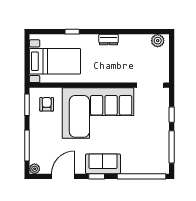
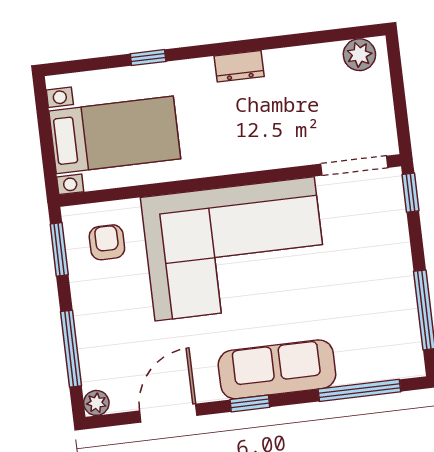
window: (172, 115) -> (410, 193), moved
sofa: (103, 164) -> (277, 369), width x1.36
window: (142, 176) -> (359, 390), width x0.68

